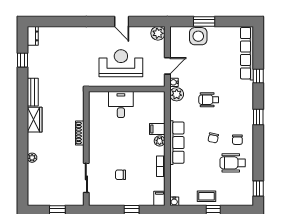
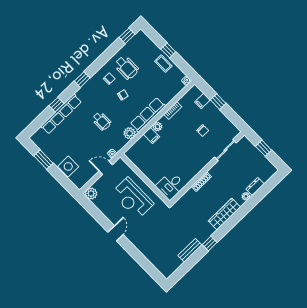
door: (122, 21) -> (115, 233), moved
window: (204, 21) -> (43, 160), moved
dresser: (33, 36) -> (255, 187), moved
row of seats: (247, 53) -> (61, 114), moved
window: (22, 60) -> (210, 244), moved
bench: (33, 92) -> (190, 250), moved
plant: (177, 94) -> (130, 133), moved
desk: (121, 105) -> (171, 186), moved
wardrobe: (35, 120) -> (224, 214), width x1.50
filing cabinet: (159, 198) -> (203, 101), moved

